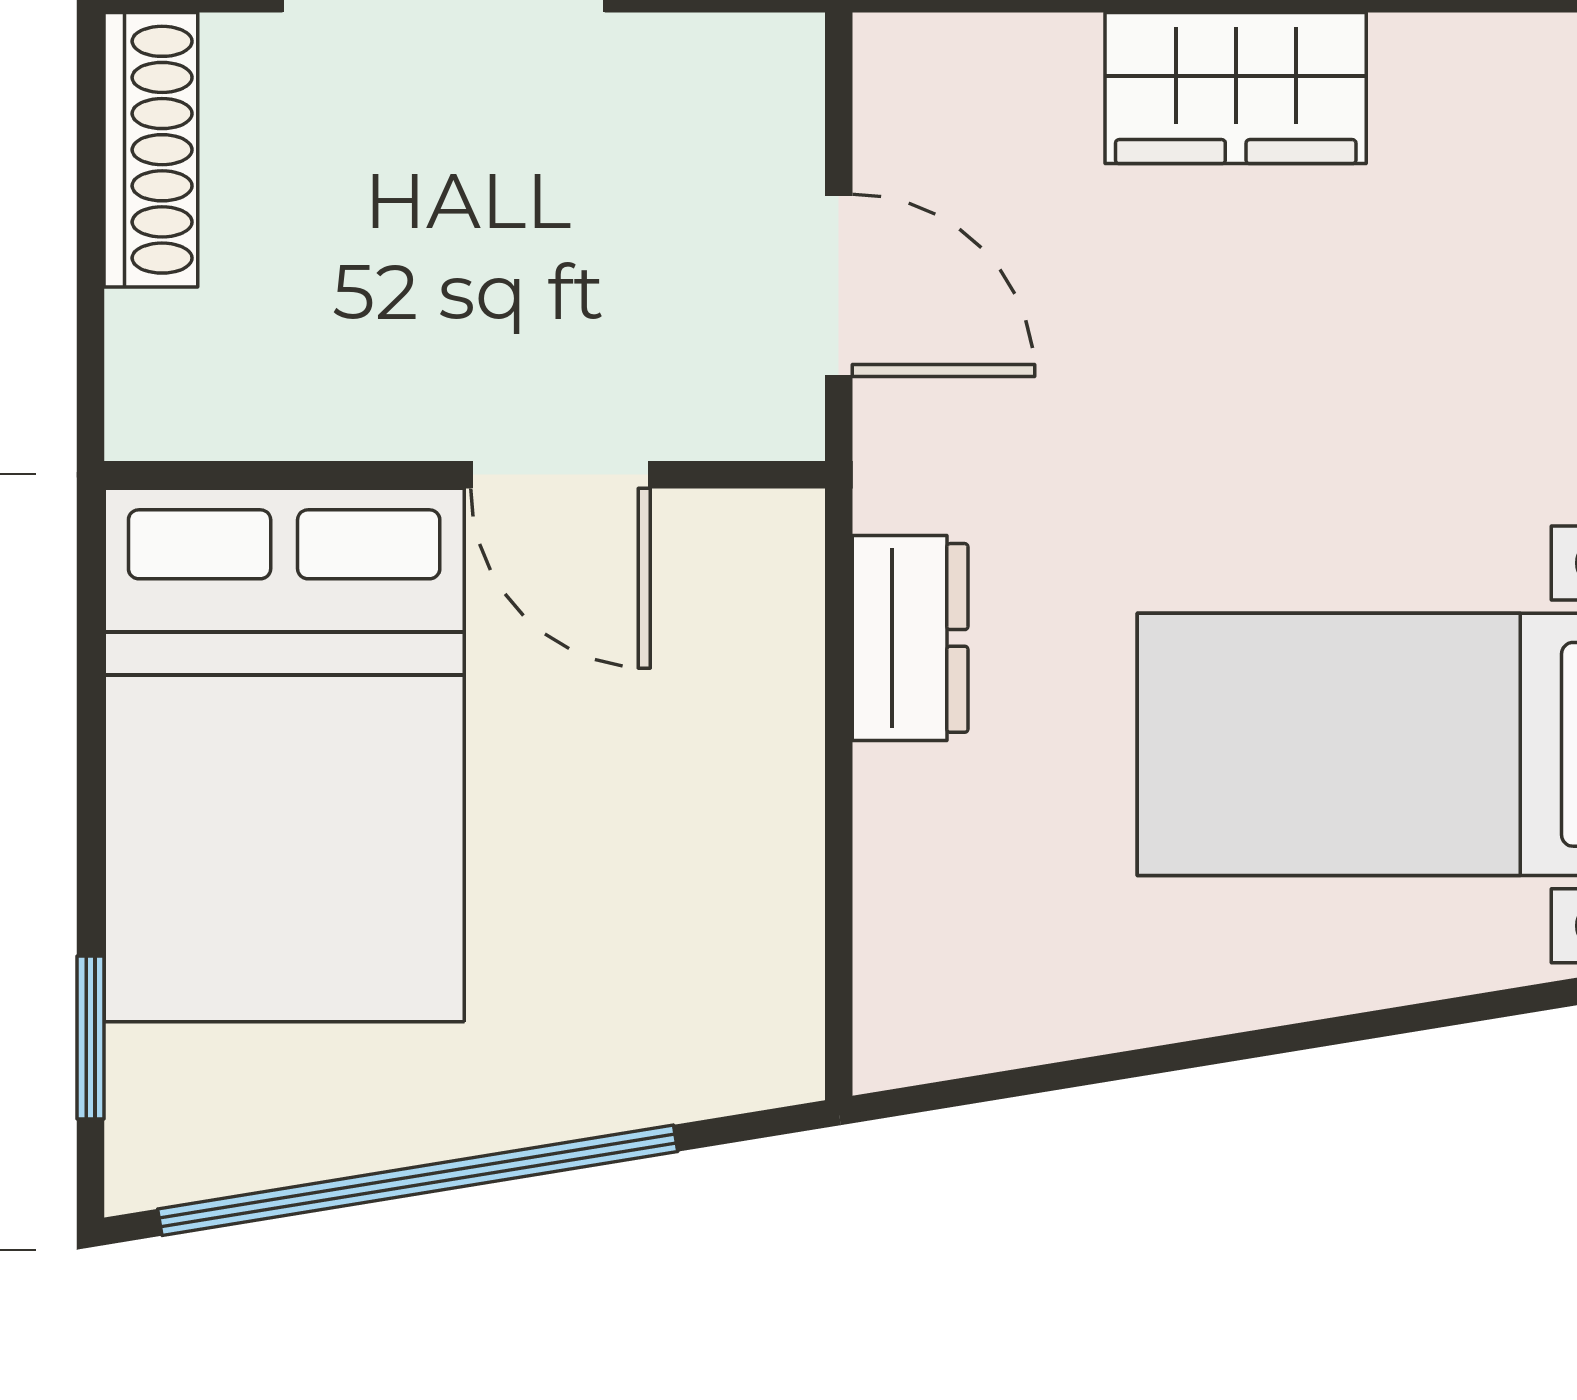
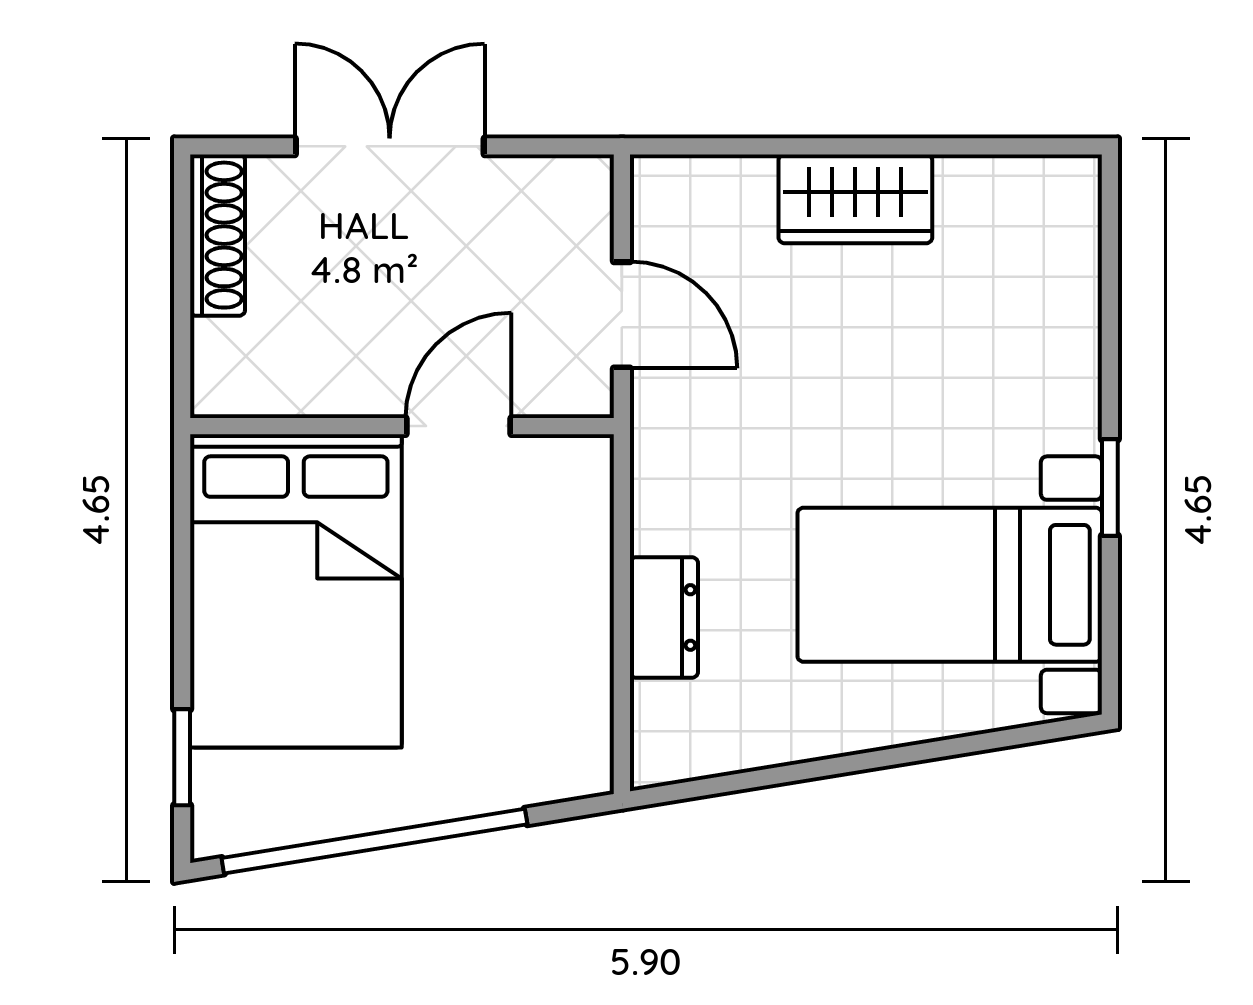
door: (561, 475) -> (458, 426), swing flipped
dresser: (910, 638) -> (664, 617), moved

